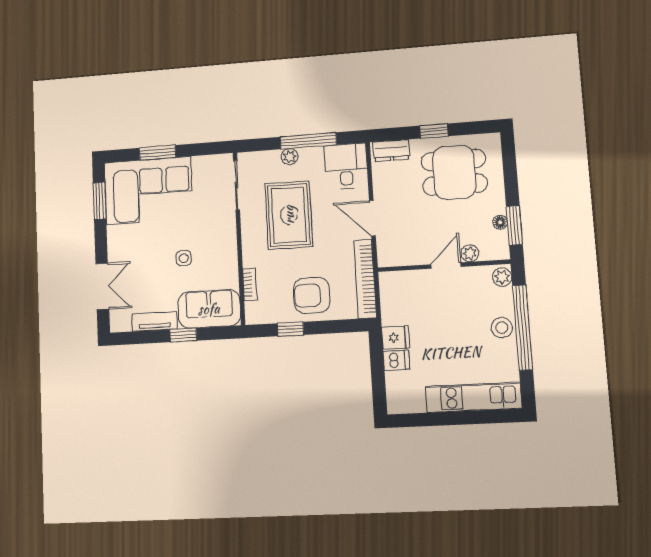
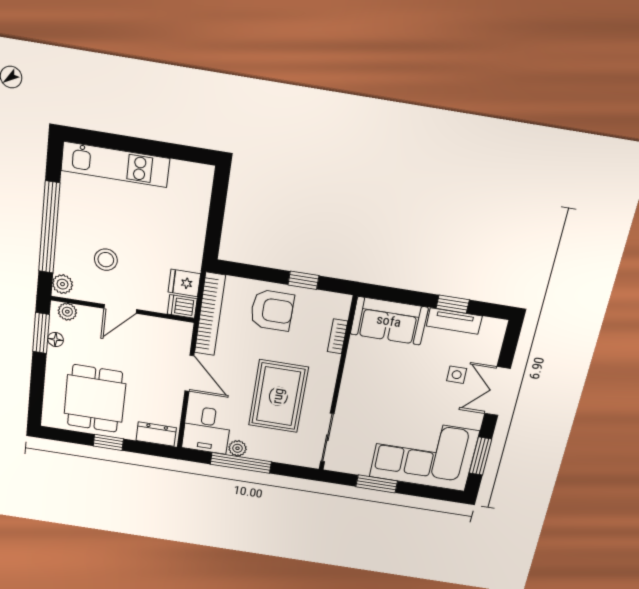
window: (158, 153) -> (377, 484), moved
plant: (290, 157) -> (238, 448), moved
dining table: (454, 172) -> (95, 399), turned 90
plant: (470, 253) -> (67, 312), moved
side table: (184, 258) -> (457, 375), moved
double door: (102, 286) -> (497, 391), moved
stool: (502, 328) -> (106, 260), moved
window: (183, 335) -> (453, 304), moved
fridge: (396, 338) -> (184, 283), moved
dishwasher: (396, 360) -> (182, 306), moved

